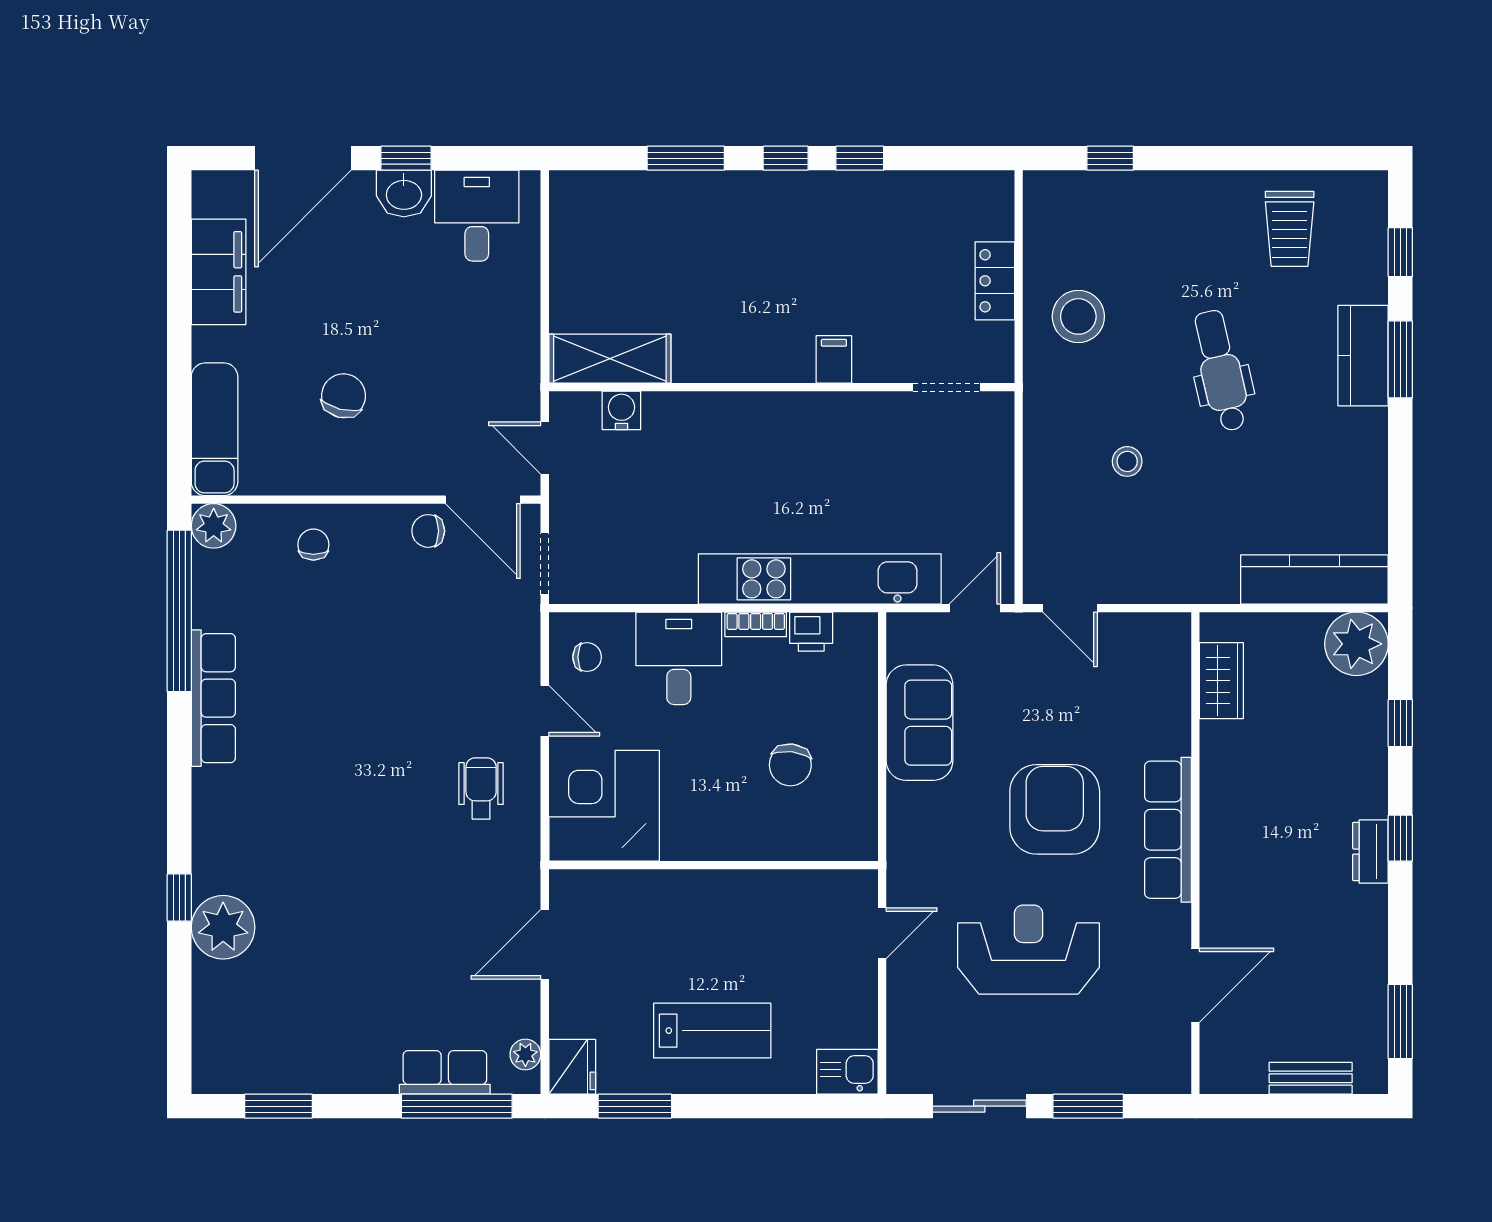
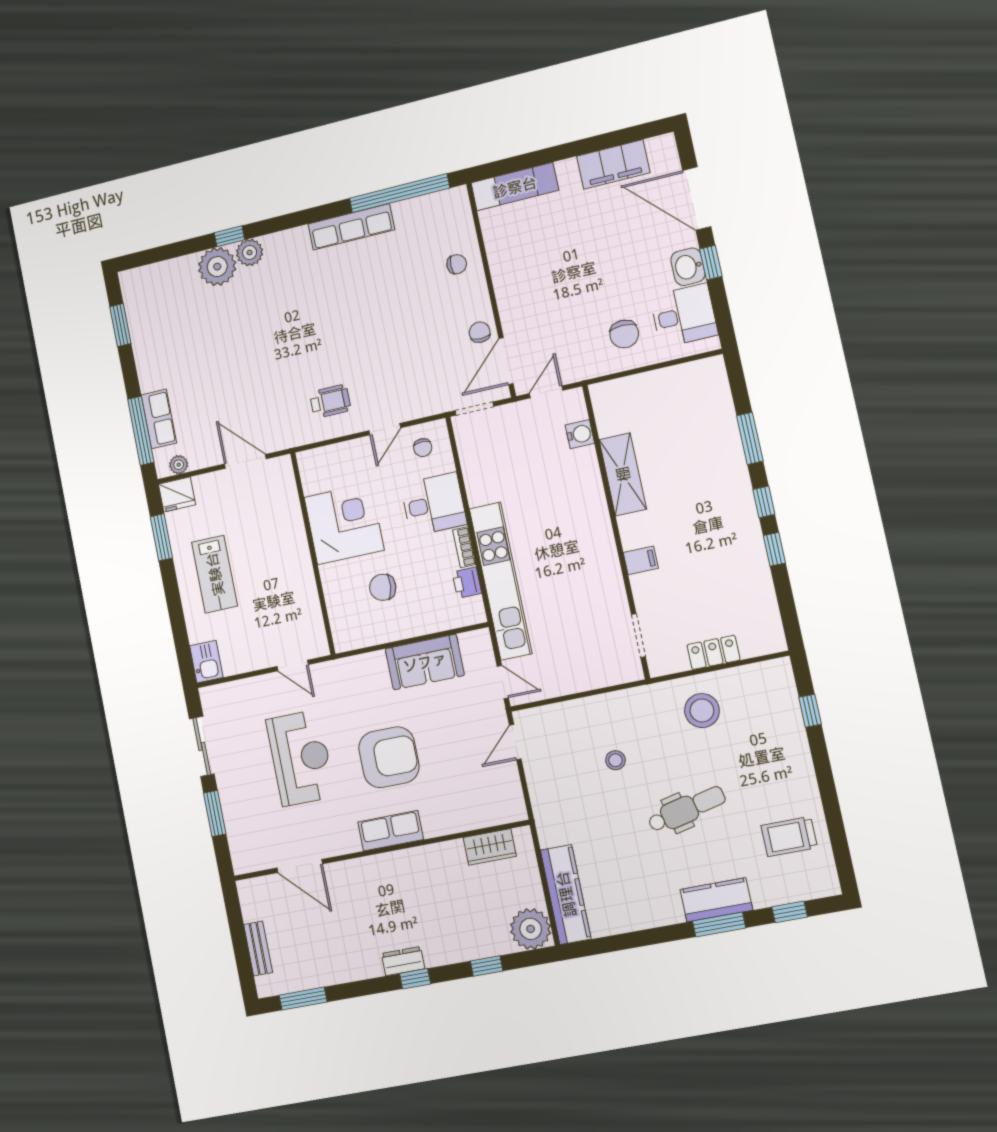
shelving: (610, 359) -> (623, 474), moved
chair: (344, 396) -> (624, 334), moved, turned 76
plant: (214, 526) -> (250, 253), moved
corner desk: (604, 806) -> (344, 524), moved
row of seats: (1168, 830) -> (391, 831), width x0.68

